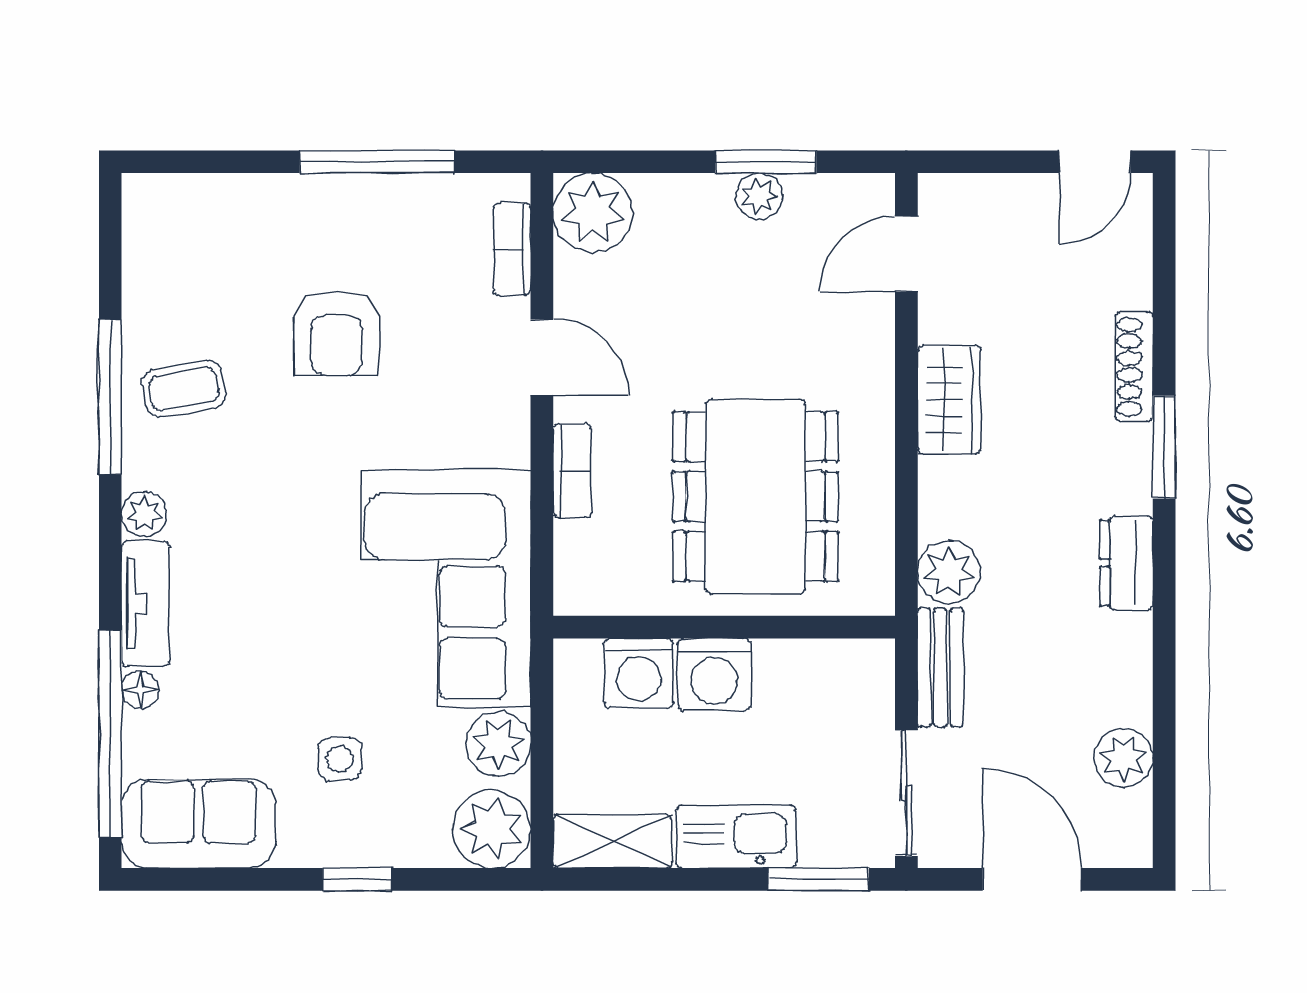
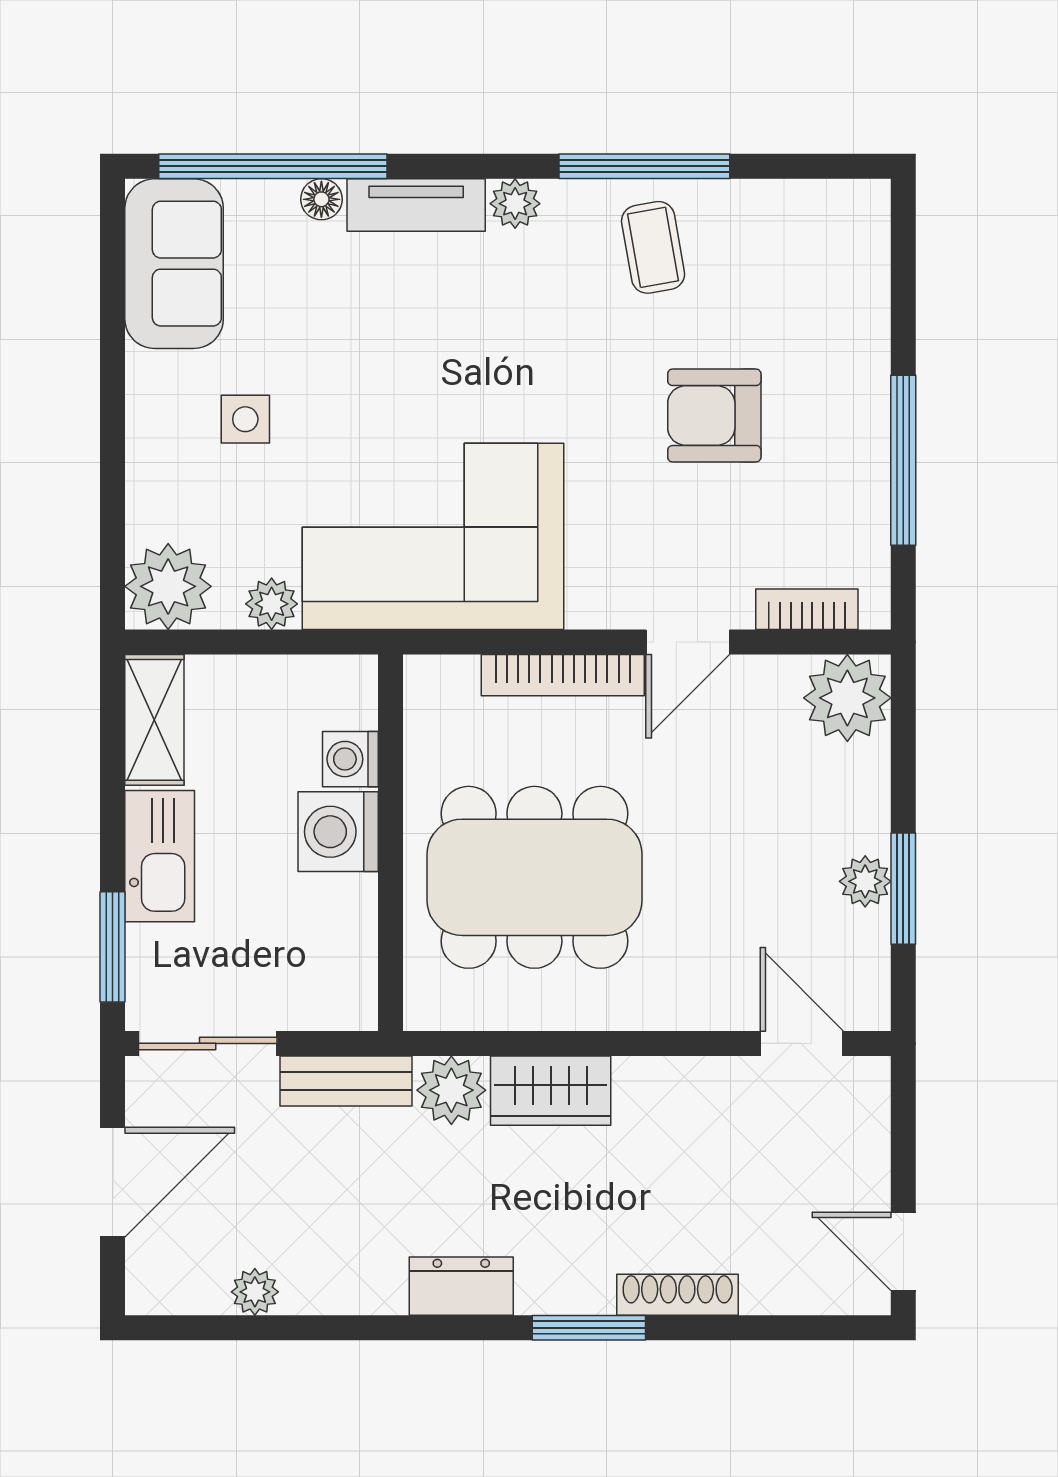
wardrobe: (949, 400) -> (551, 1091), moved
bookcase: (572, 471) -> (563, 675), width x1.56
washing machine: (639, 673) -> (350, 759), width x0.73, depth x0.73
plant: (498, 744) -> (272, 604), width x0.73, depth x0.73
plant: (1124, 758) -> (255, 1292), width x0.73, depth x0.73
window: (357, 879) -> (113, 439), removed

